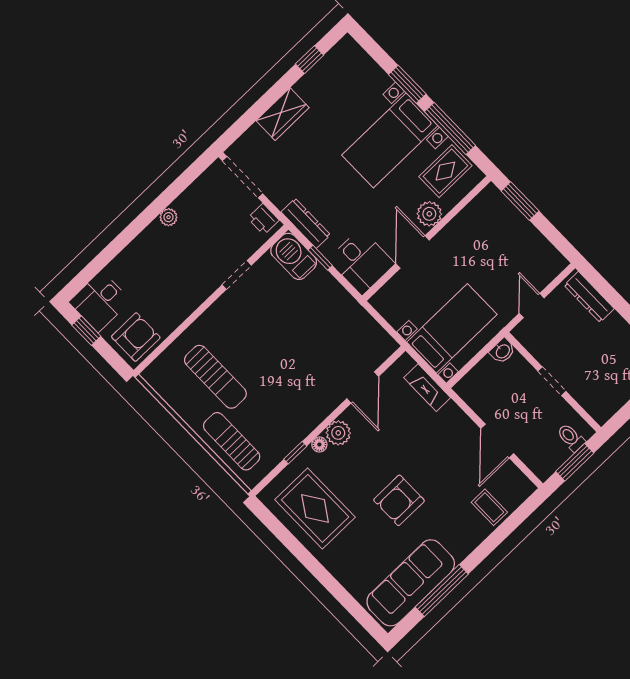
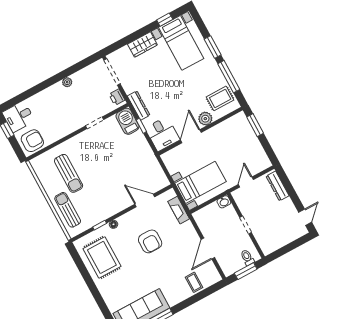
bed with nightstands: (390, 140) -> (181, 43), moved, turned -90
door: (363, 388) -> (145, 201), swing flipped
plant: (338, 433) -> (125, 221), removed
armchair: (399, 500) -> (150, 241), moved, turned -90

